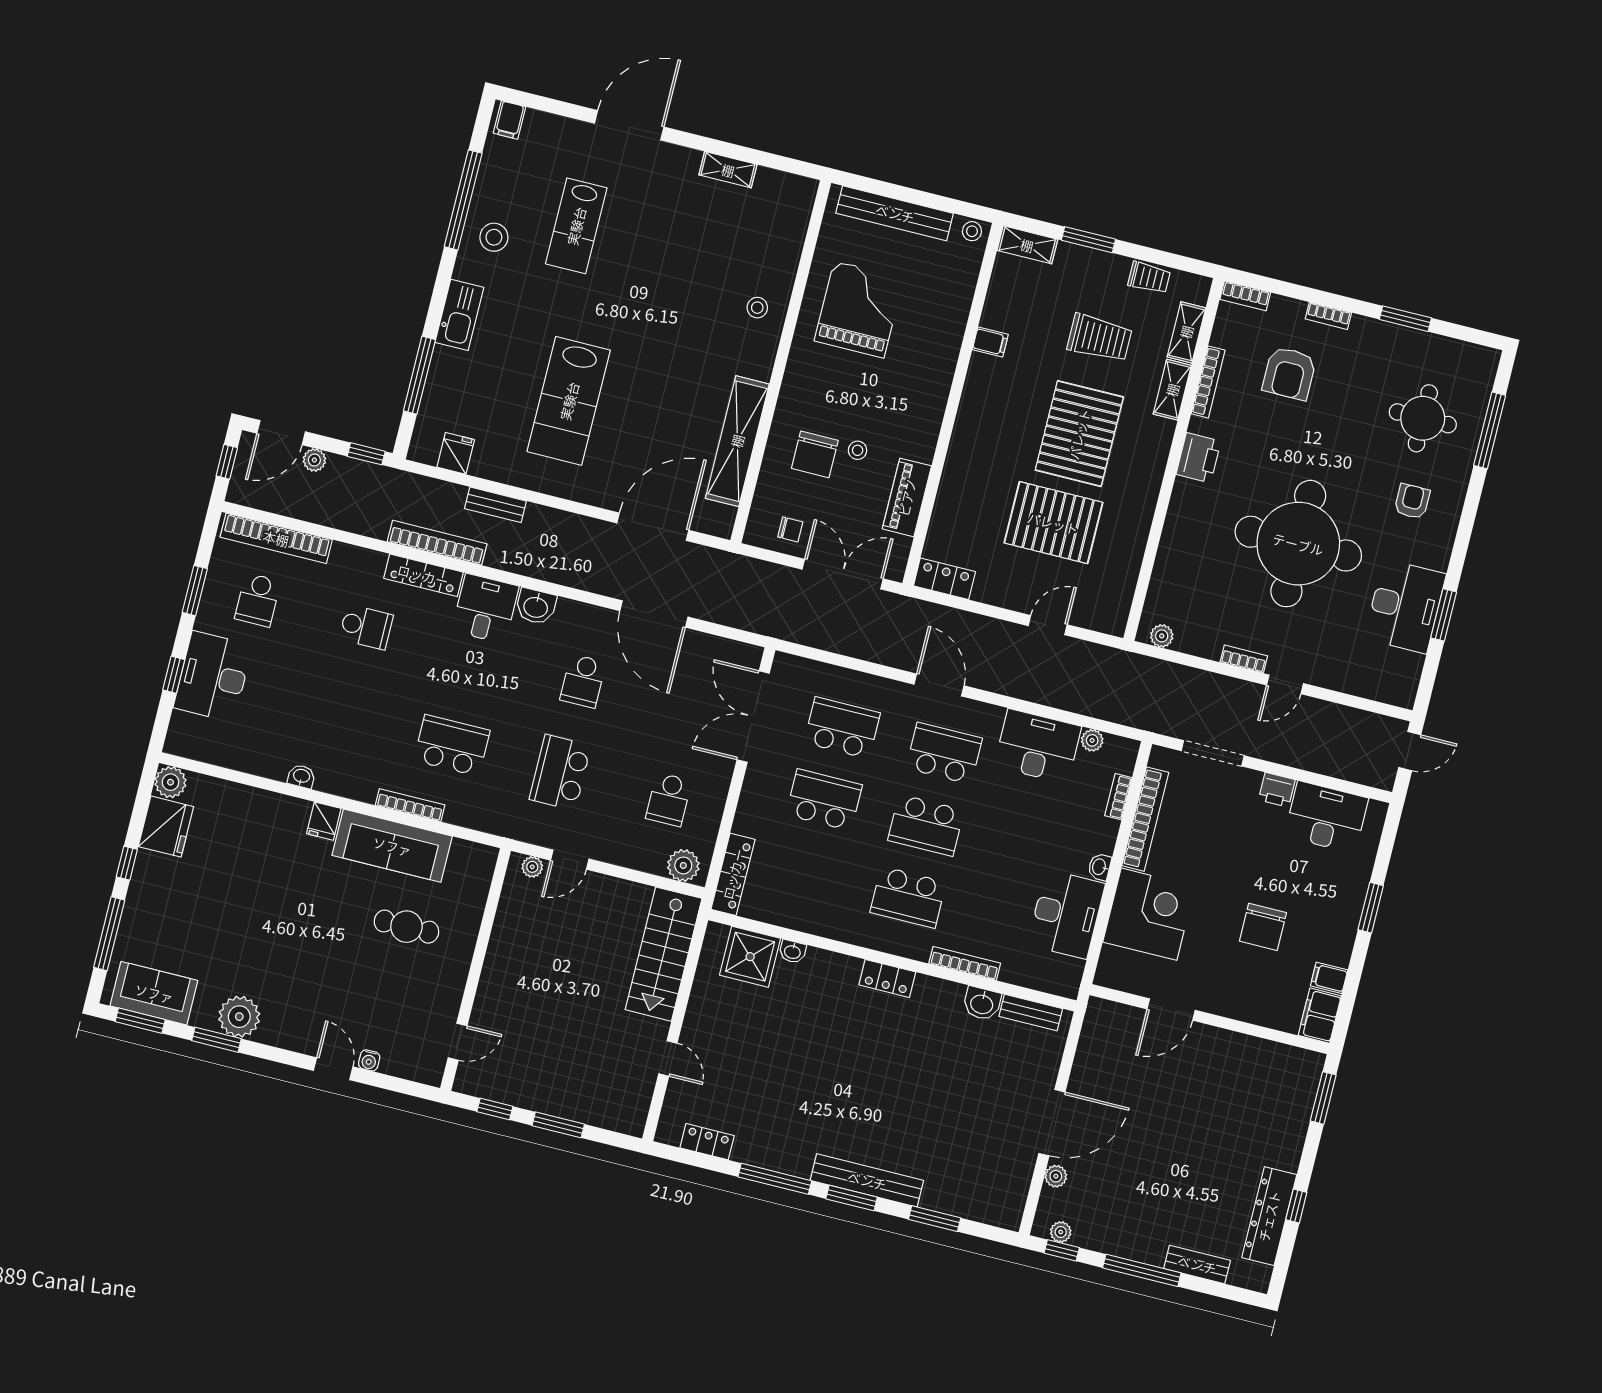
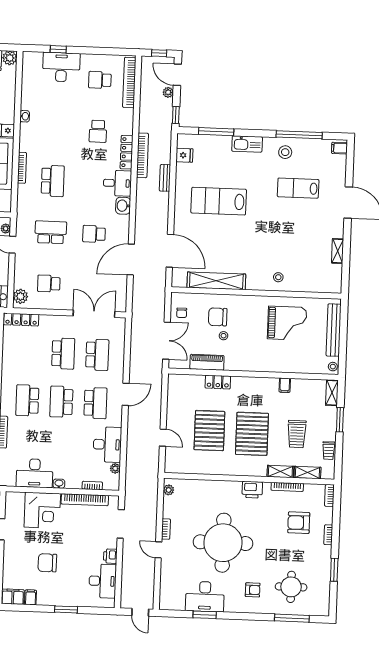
pallet: (1079, 434) -> (252, 434), turned 90
locker: (944, 579) -> (218, 382), moved, turned 90
window: (195, 591) -> (98, 51), removed

